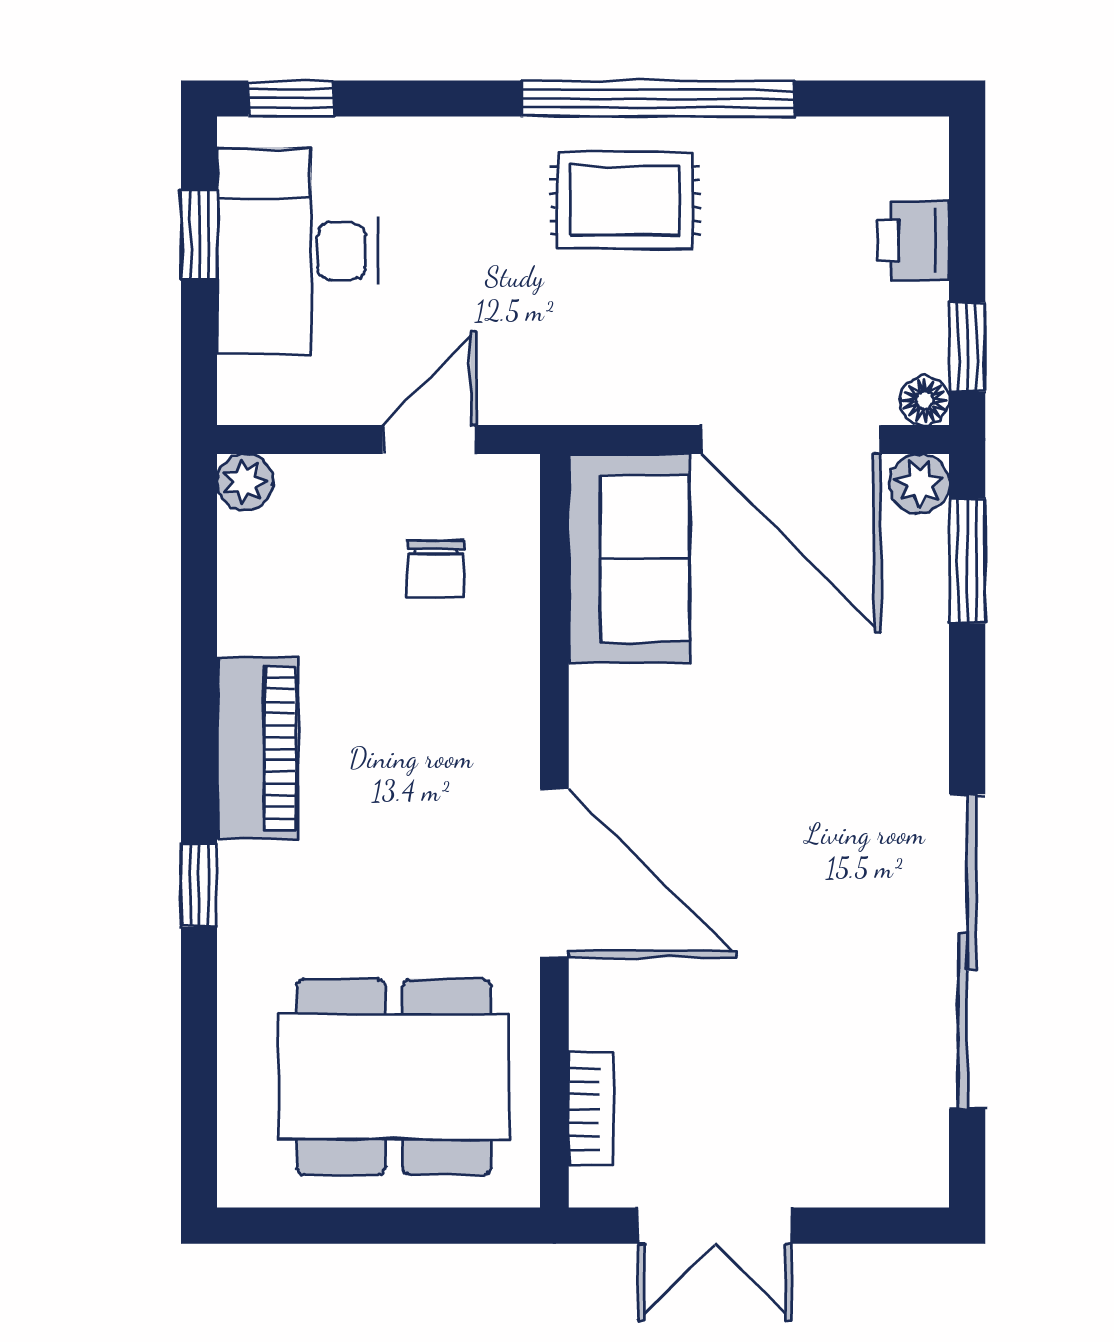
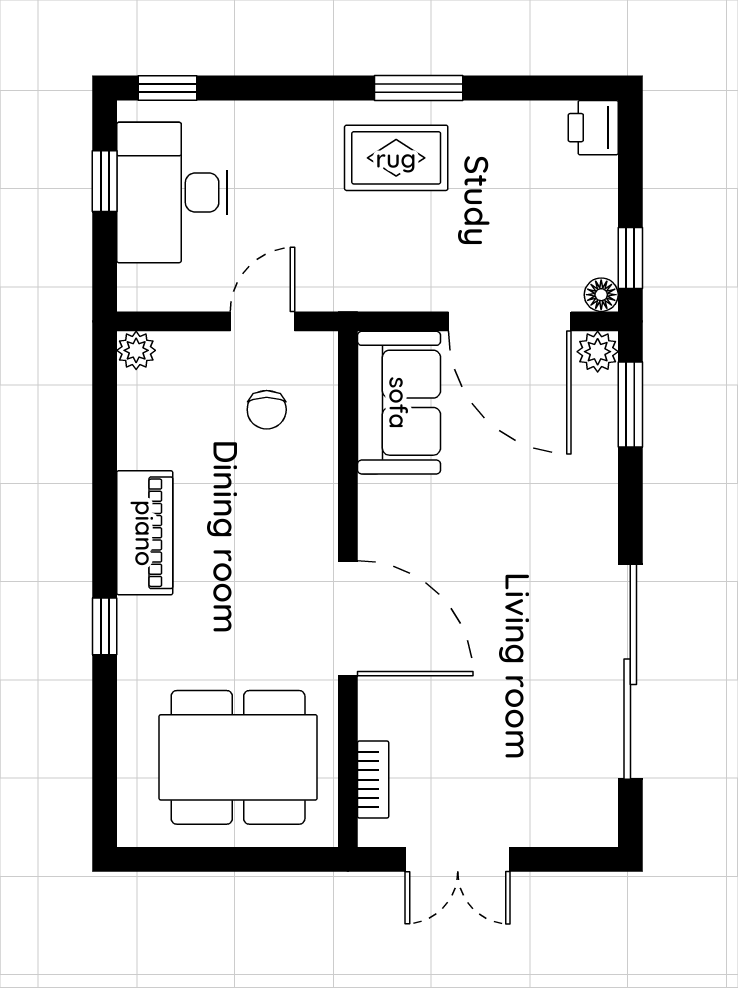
window: (658, 98) -> (419, 88), width x0.47
printer: (913, 241) -> (593, 128), moved

